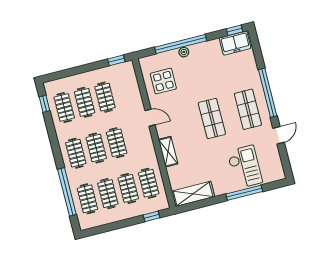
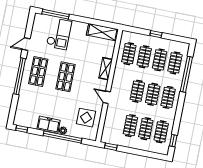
freezer: (235, 43) -> (49, 125), moved
checkout: (245, 167) -> (59, 34), turned 180
window: (244, 193) -> (55, 14), moved
window: (152, 216) -> (156, 34), moved

